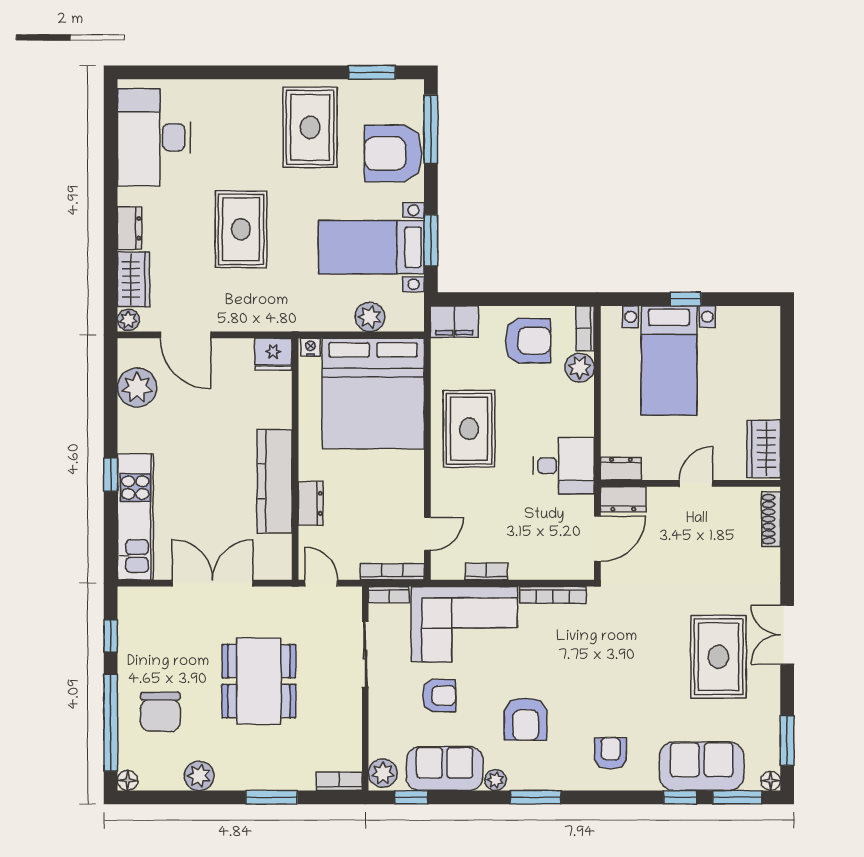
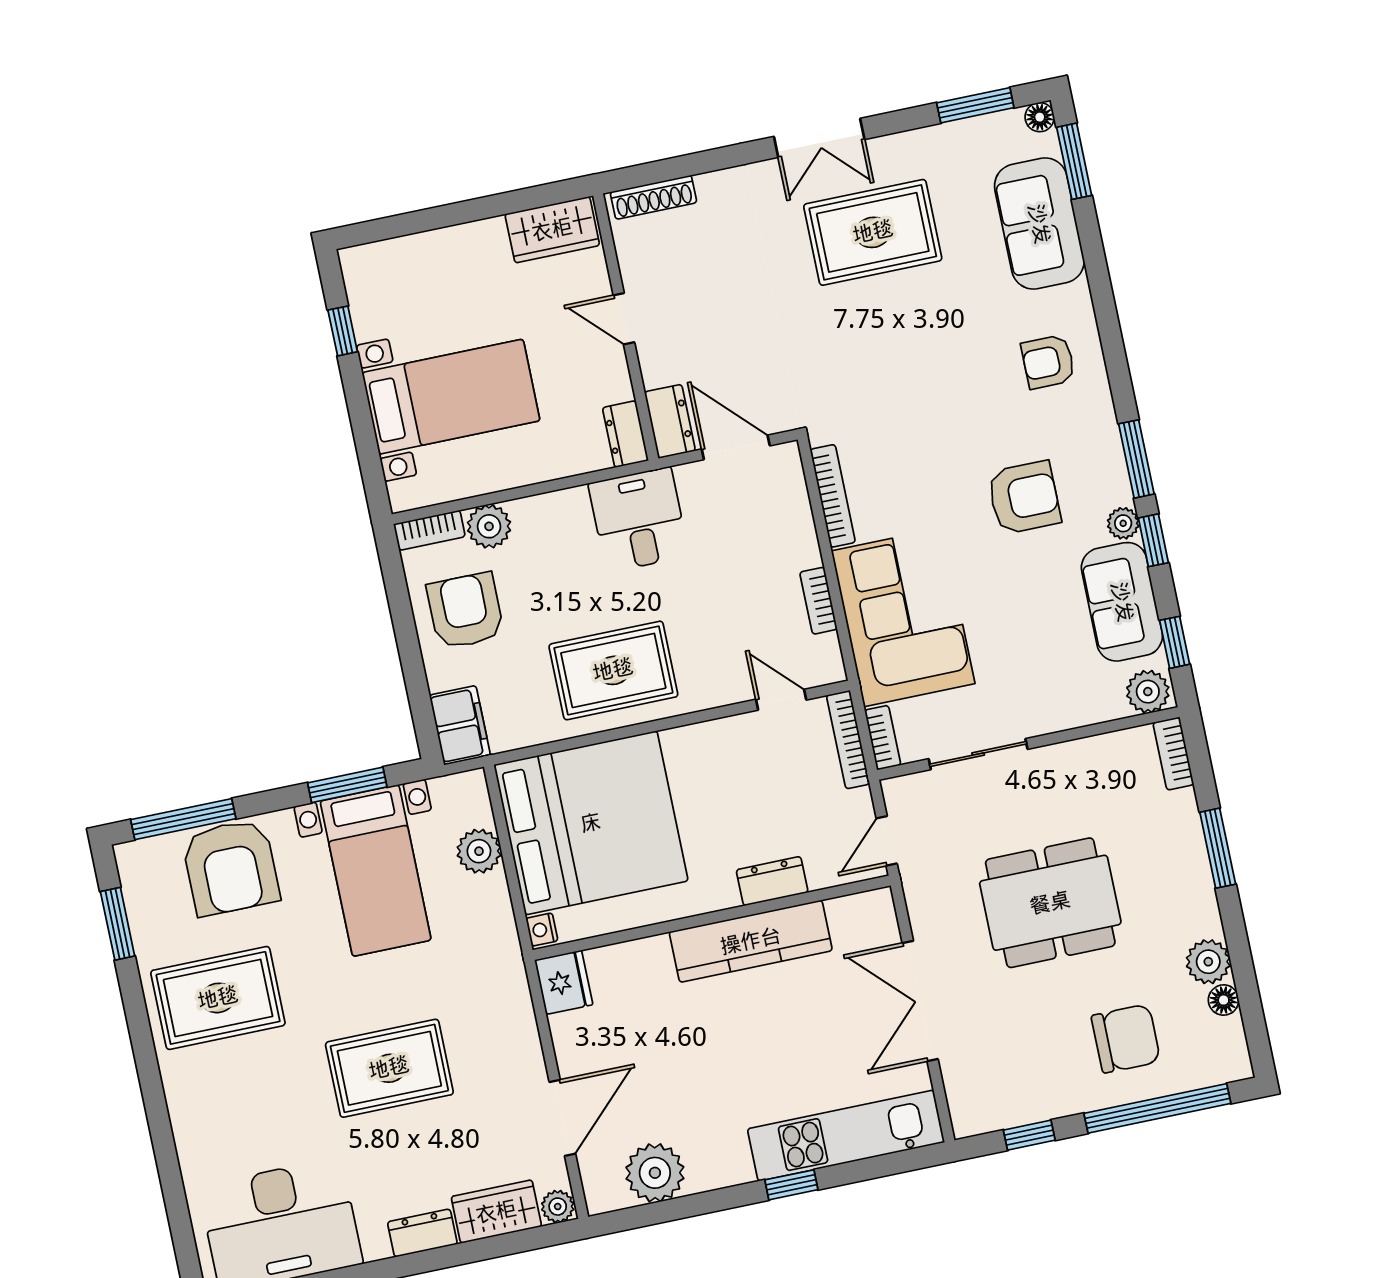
window: (686, 299) -> (343, 331), moved
armchair: (439, 696) -> (1016, 632), removed
floor lamp: (128, 780) -> (1224, 1000), moved
window: (680, 797) -> (1153, 540), moved

